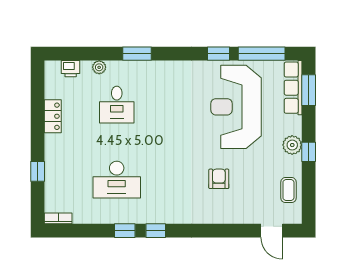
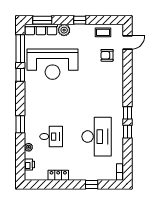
plant: (292, 145) -> (64, 30), moved
armchair: (219, 179) -> (107, 55), moved
desk: (117, 180) -> (97, 137), width x1.36, depth x1.30

